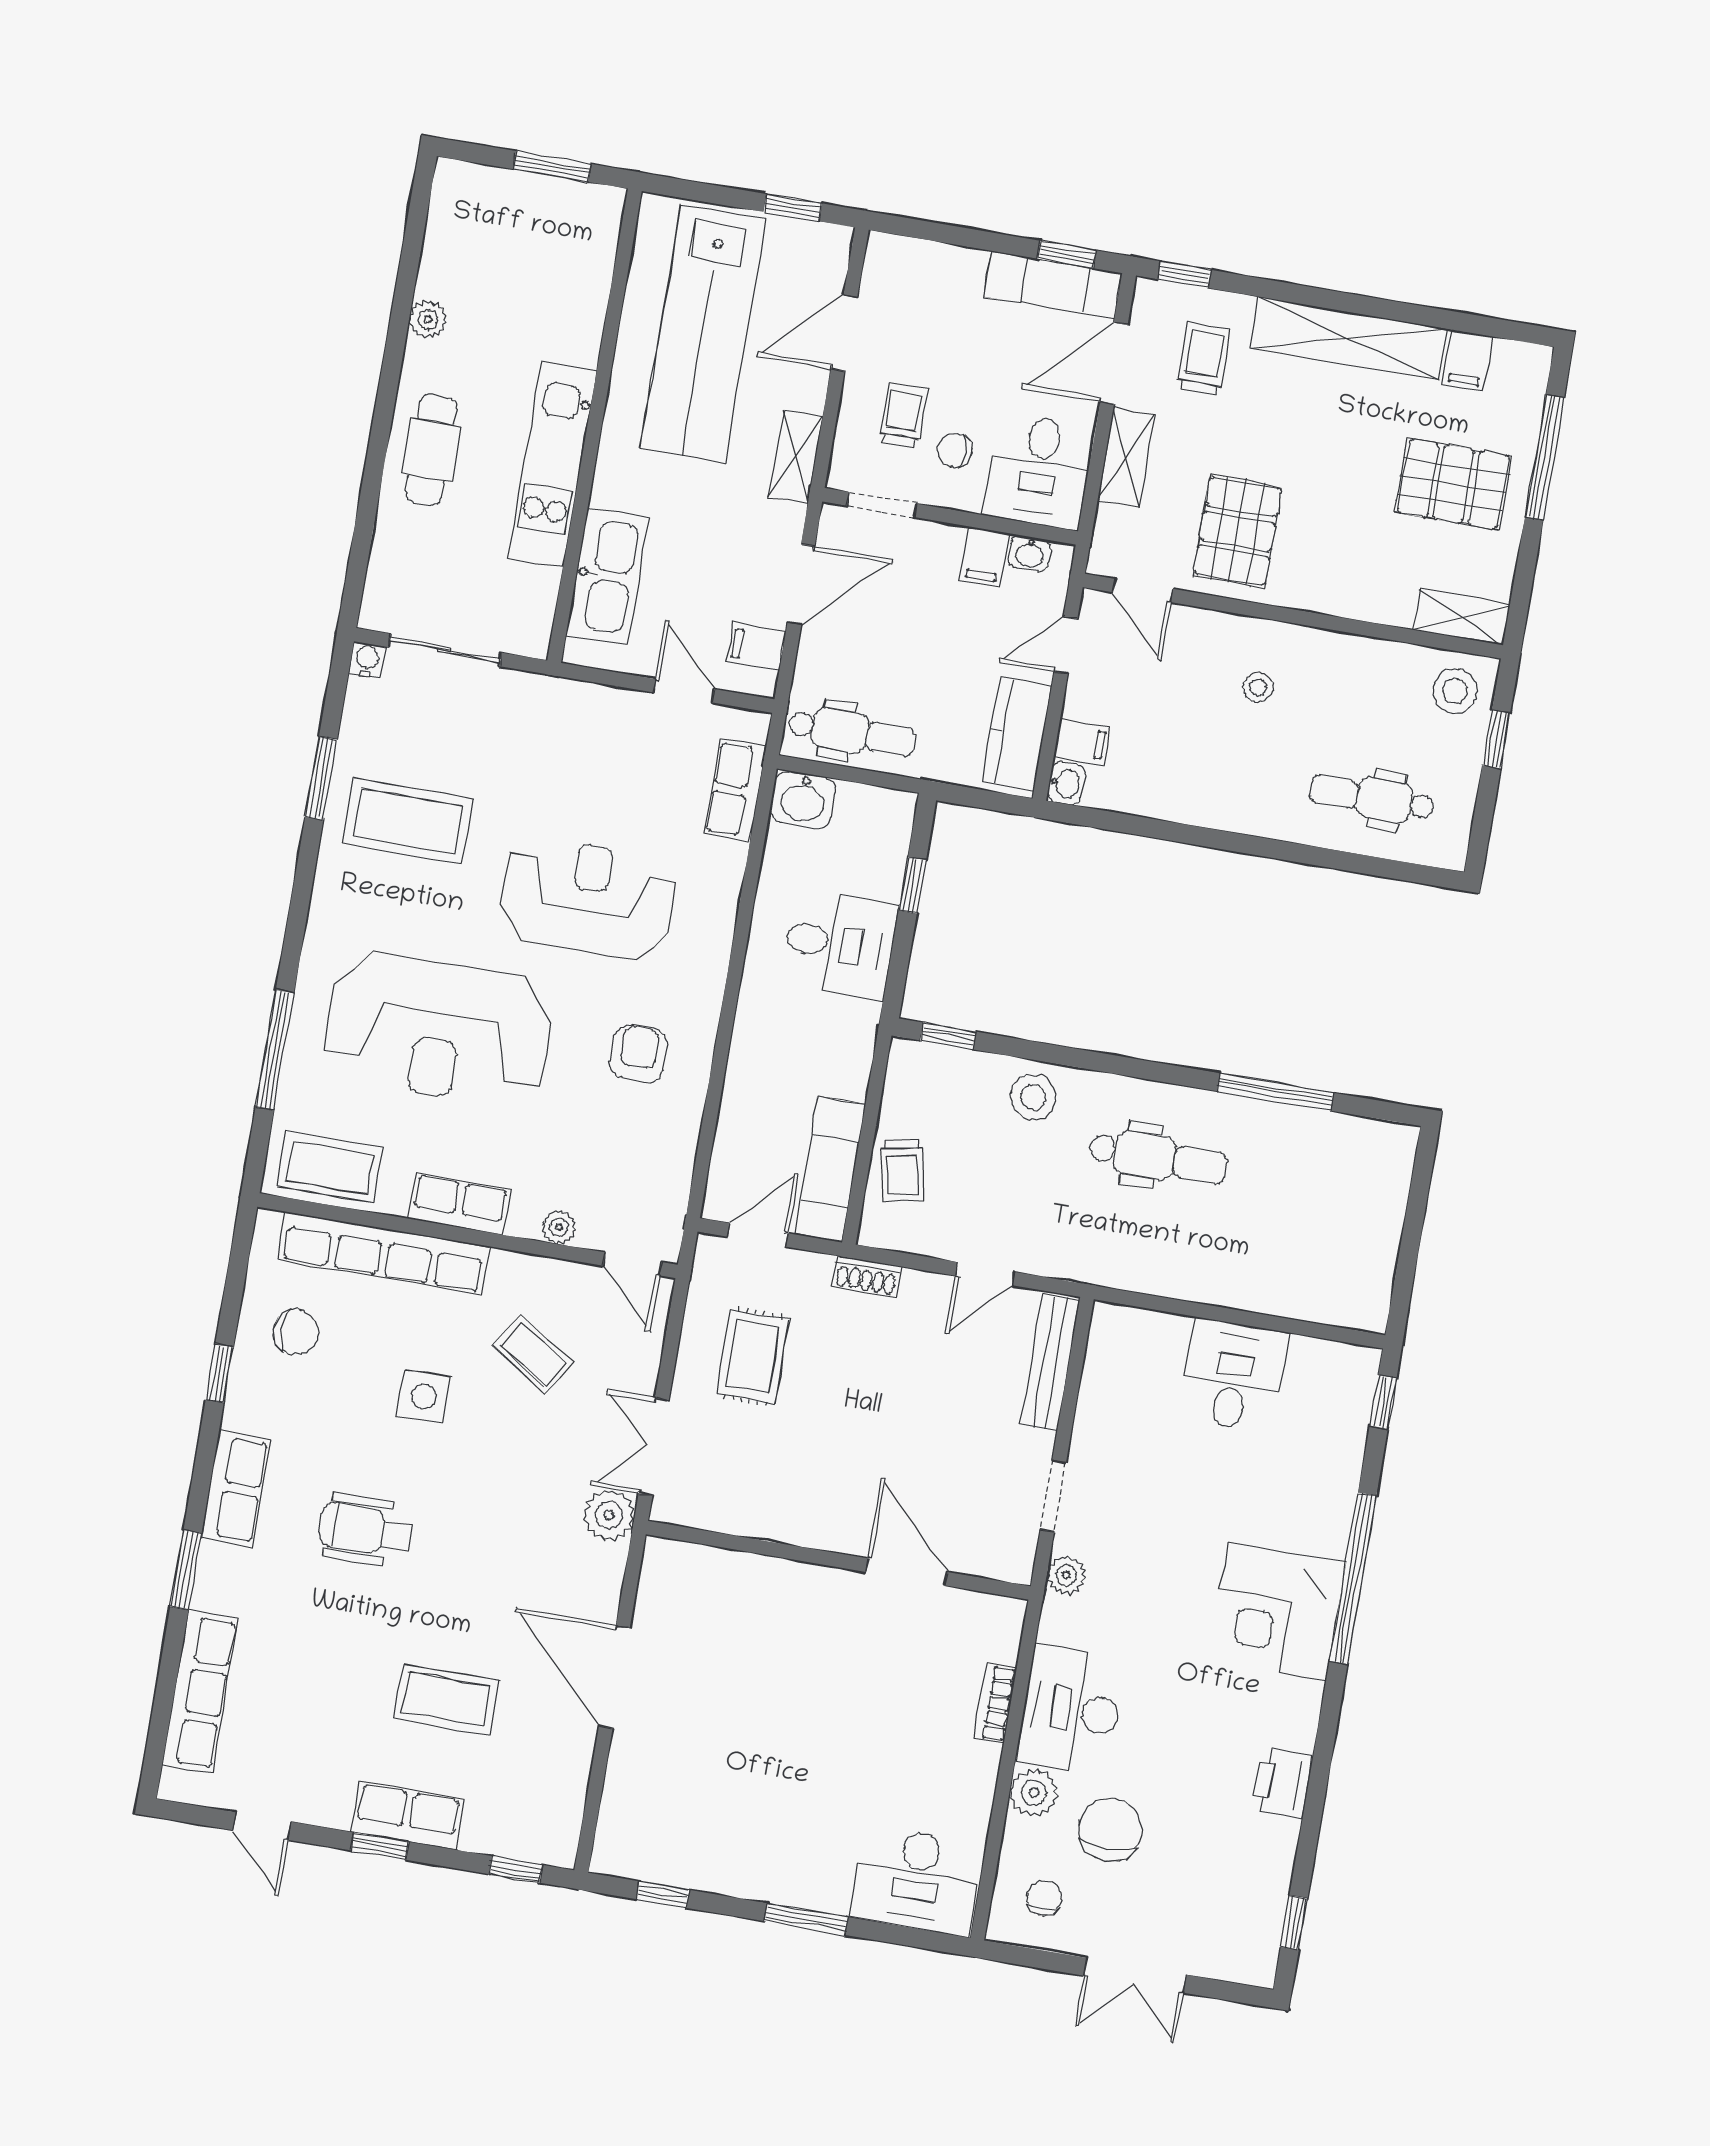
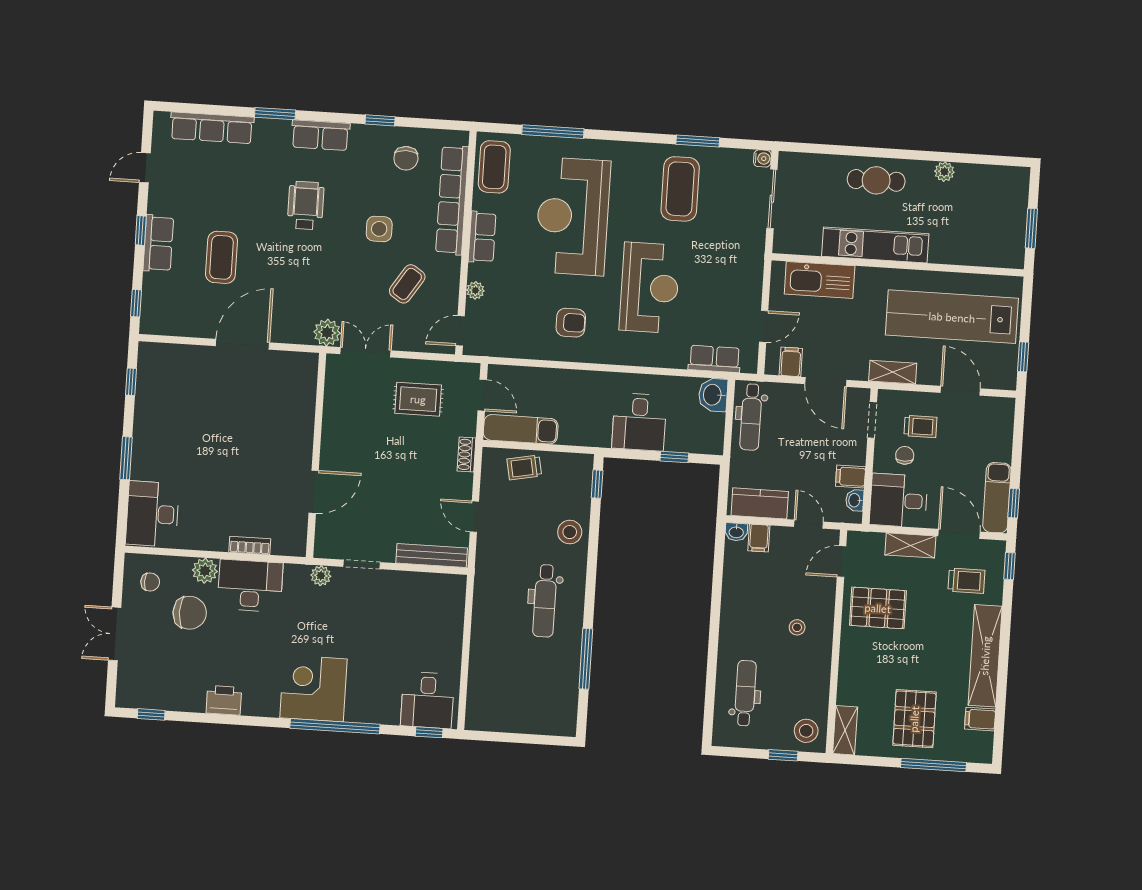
desk: (1234, 1376) -> (427, 700), moved, turned 90

